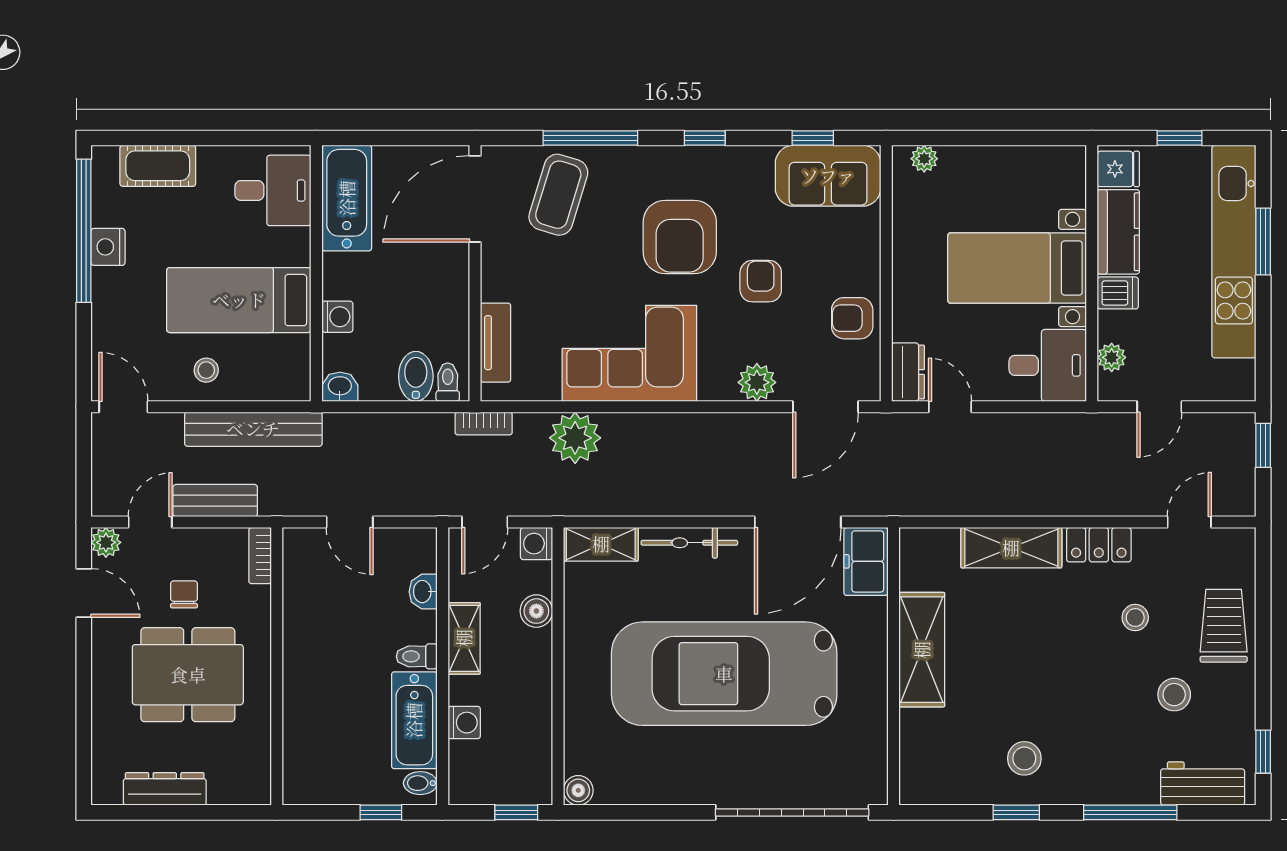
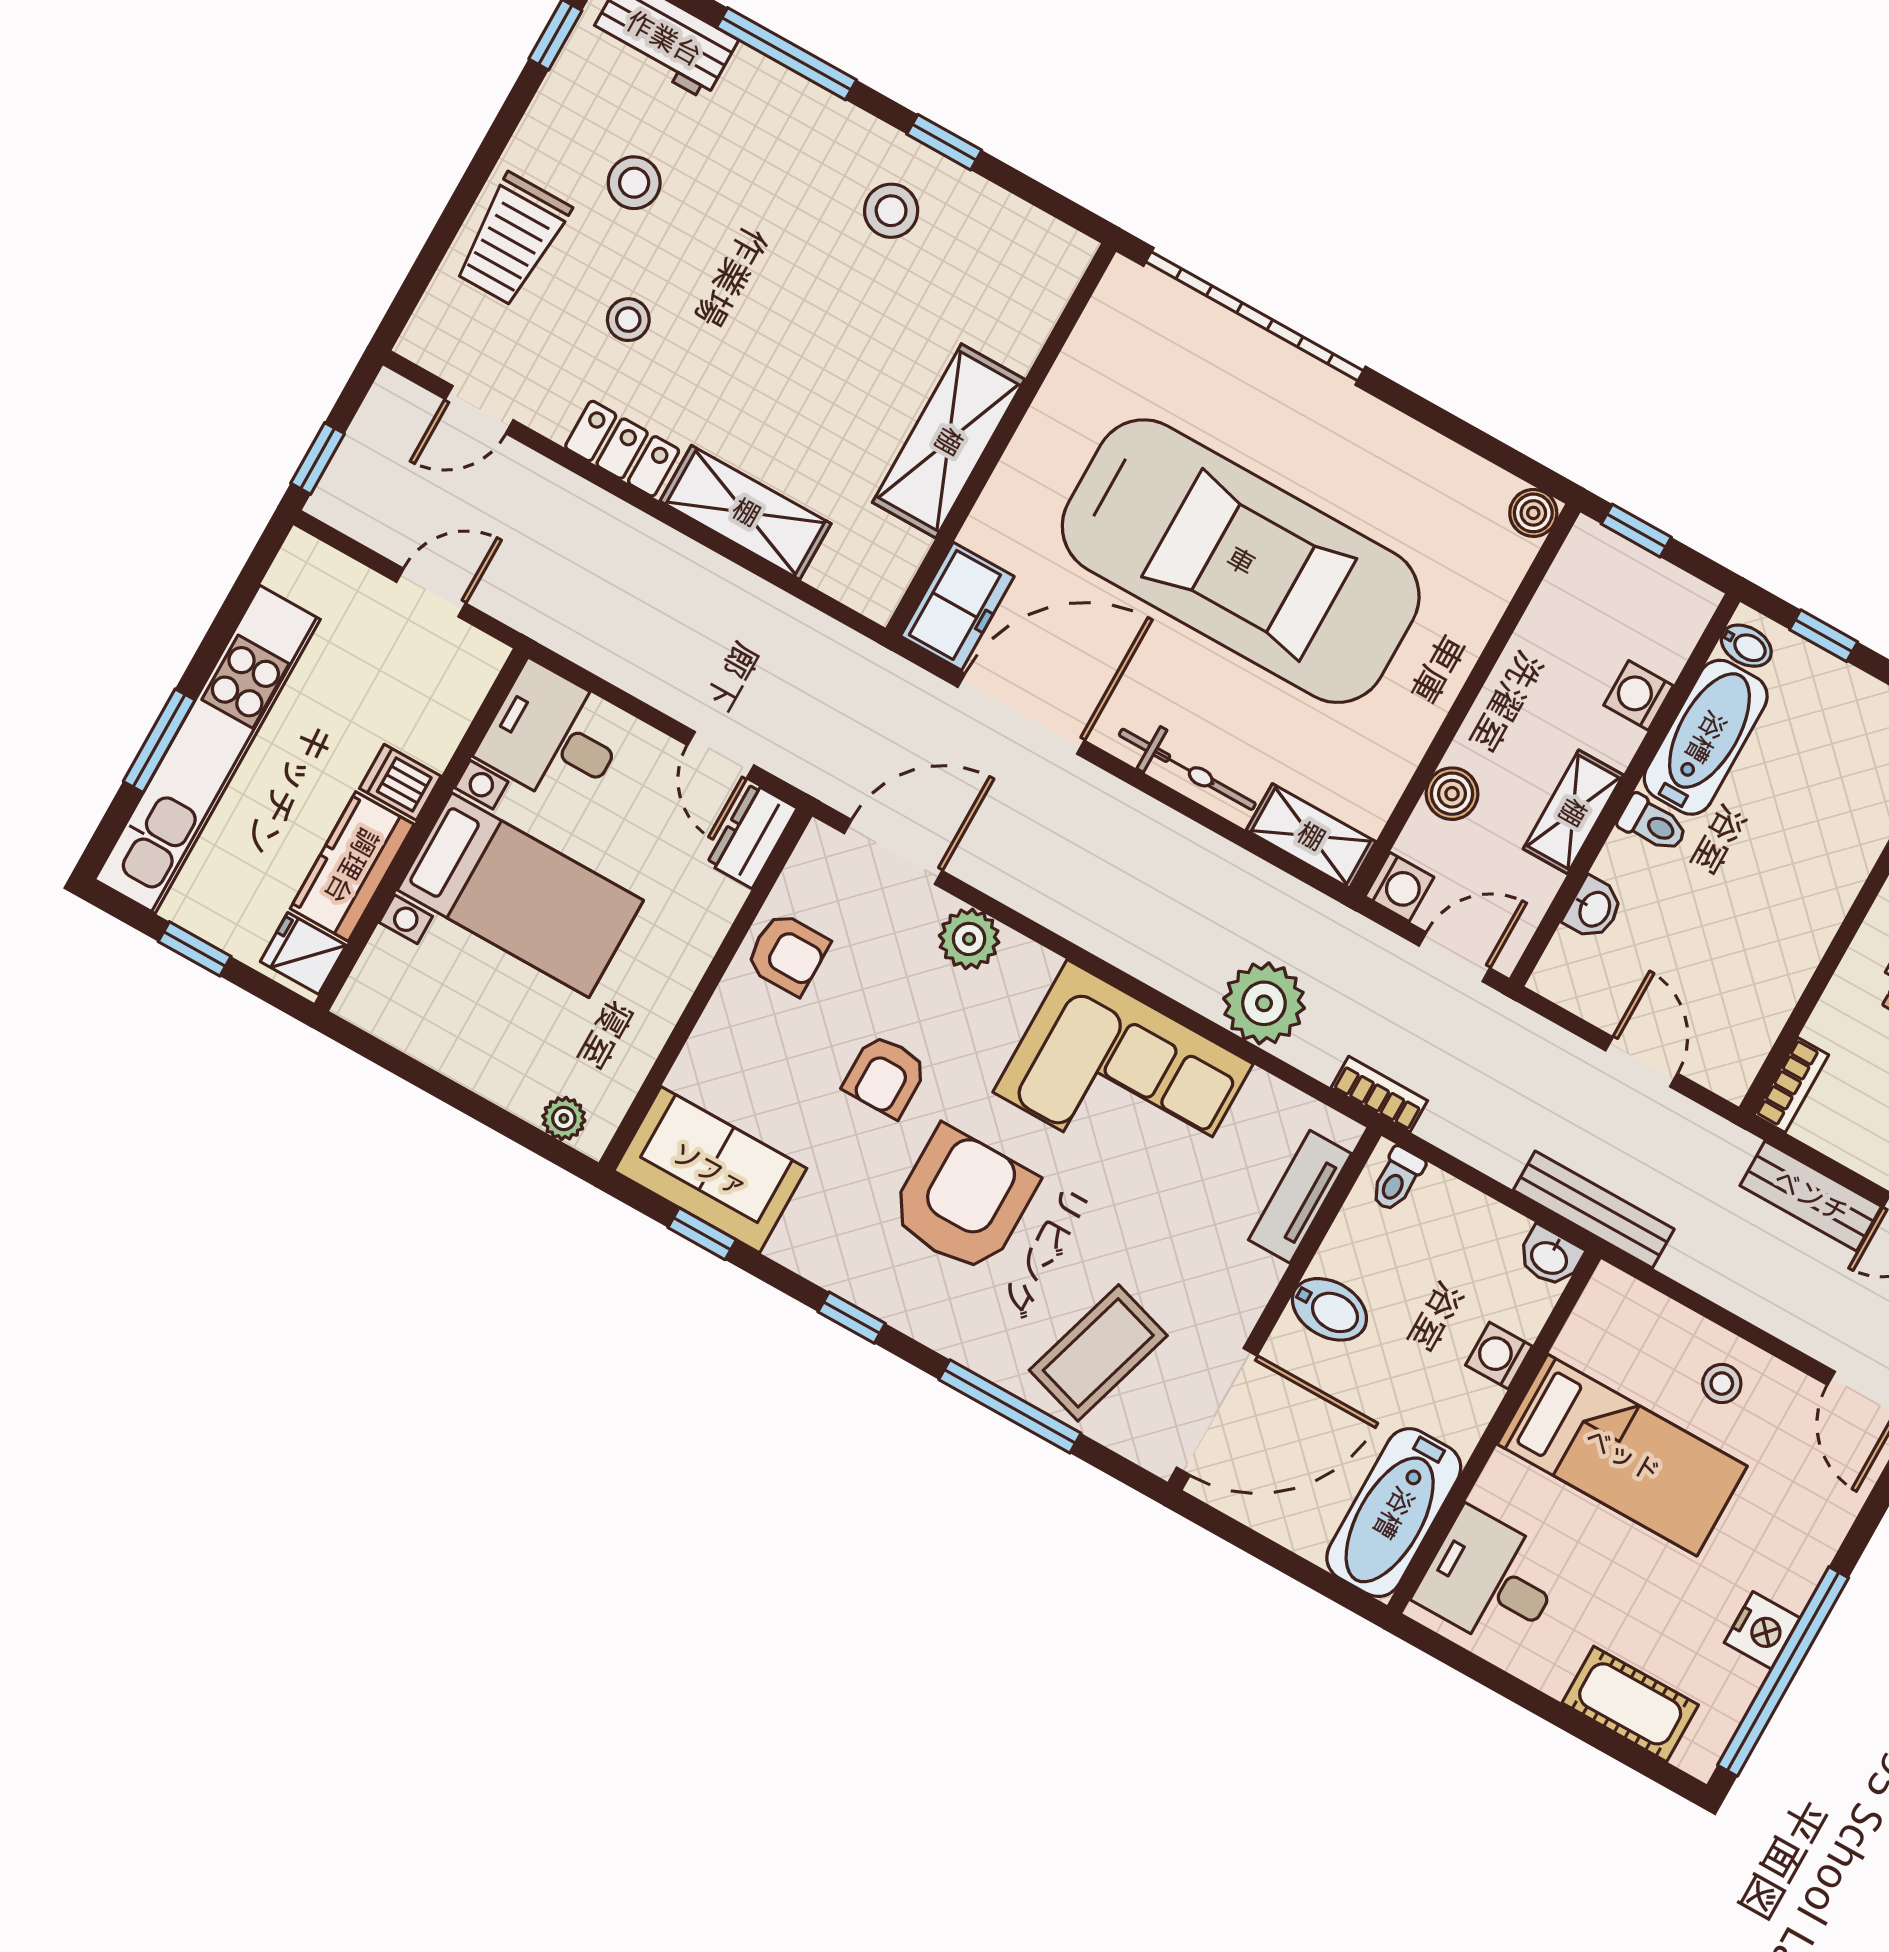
plant: (1112, 357) -> (459, 698), removed
bidet: (416, 376) -> (1329, 1309), moved, turned -90
bench: (253, 429) -> (1594, 1210), moved, width x0.73, depth x0.82

